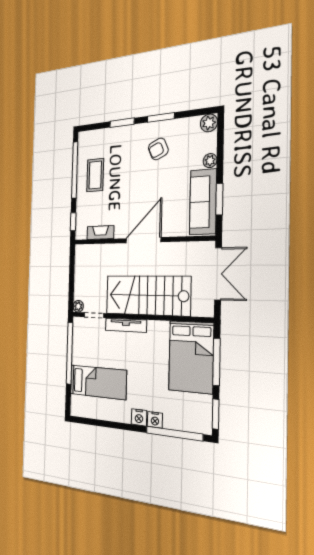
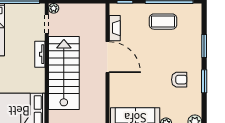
armchair: (158, 149) -> (179, 80), turned 114
door: (143, 240) -> (107, 57), moved
tv unit: (126, 325) -> (40, 54), width x0.71

